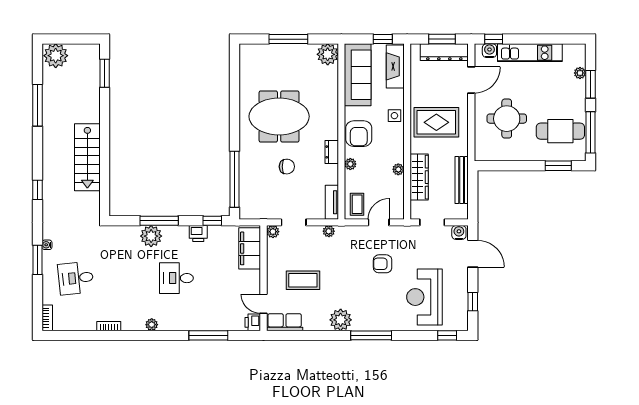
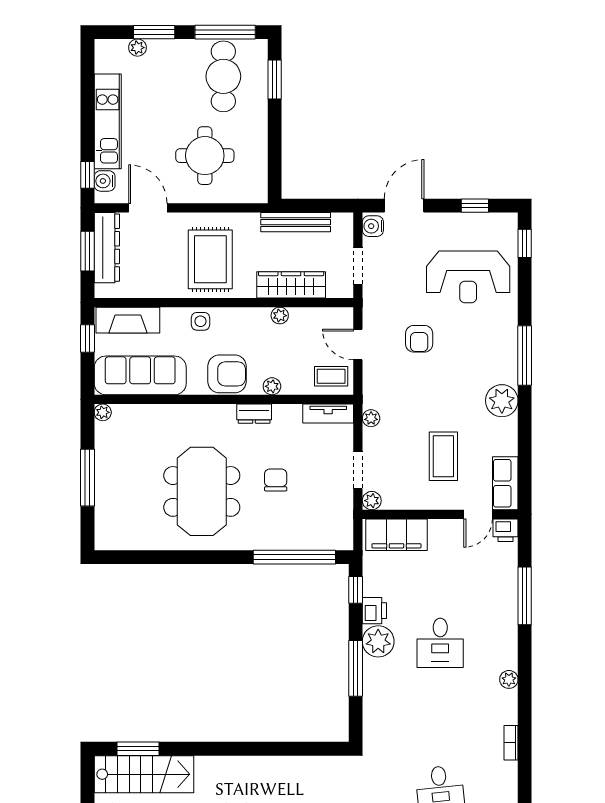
plant: (328, 54) -> (103, 412), width x0.53, depth x0.53
stairs: (87, 157) -> (144, 774), moved
plant: (151, 236) -> (378, 641), moved

